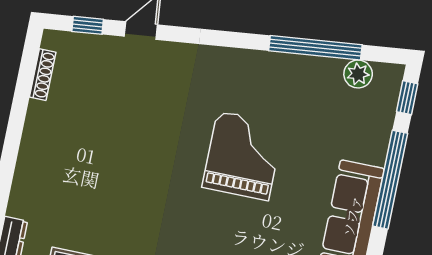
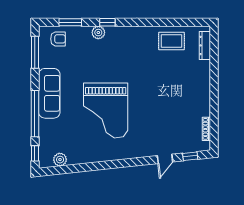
window: (315, 48) -> (82, 168), removed
grand piano: (243, 156) -> (106, 111), width x1.37, depth x1.48

